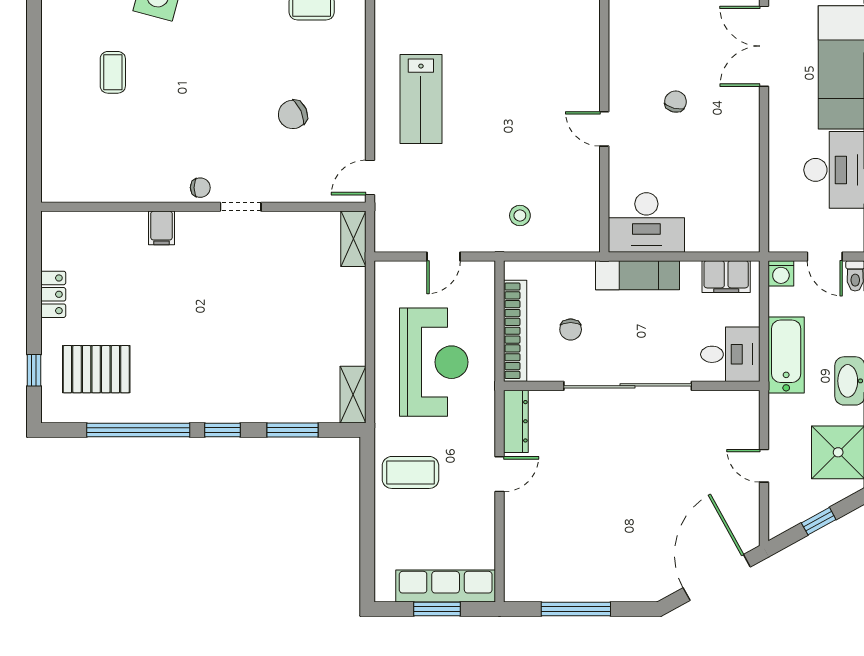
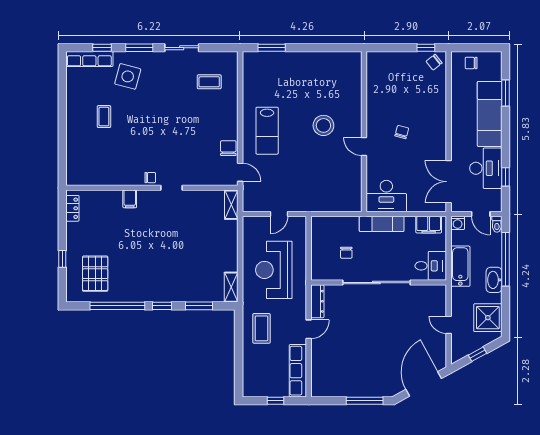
double door: (764, 46) -> (449, 182), moved
chair: (293, 114) -> (228, 148), moved, turned 114
door: (370, 177) -> (240, 172), swing flipped
stool: (520, 215) -> (323, 125), moved, width x1.89, depth x1.89
locker: (53, 294) -> (72, 208), moved
bookcase: (515, 331) -> (317, 253), removed
reception desk: (434, 362) -> (274, 270), turned 180
pallet: (96, 369) -> (95, 274), turned 90
window: (34, 370) -> (62, 259), moved
coffee table: (410, 472) -> (262, 328), turned 90
row of seats: (446, 586) -> (298, 371), moved, turned -90
window: (437, 609) -> (276, 401), width x0.67
window: (576, 609) -> (365, 401), moved

